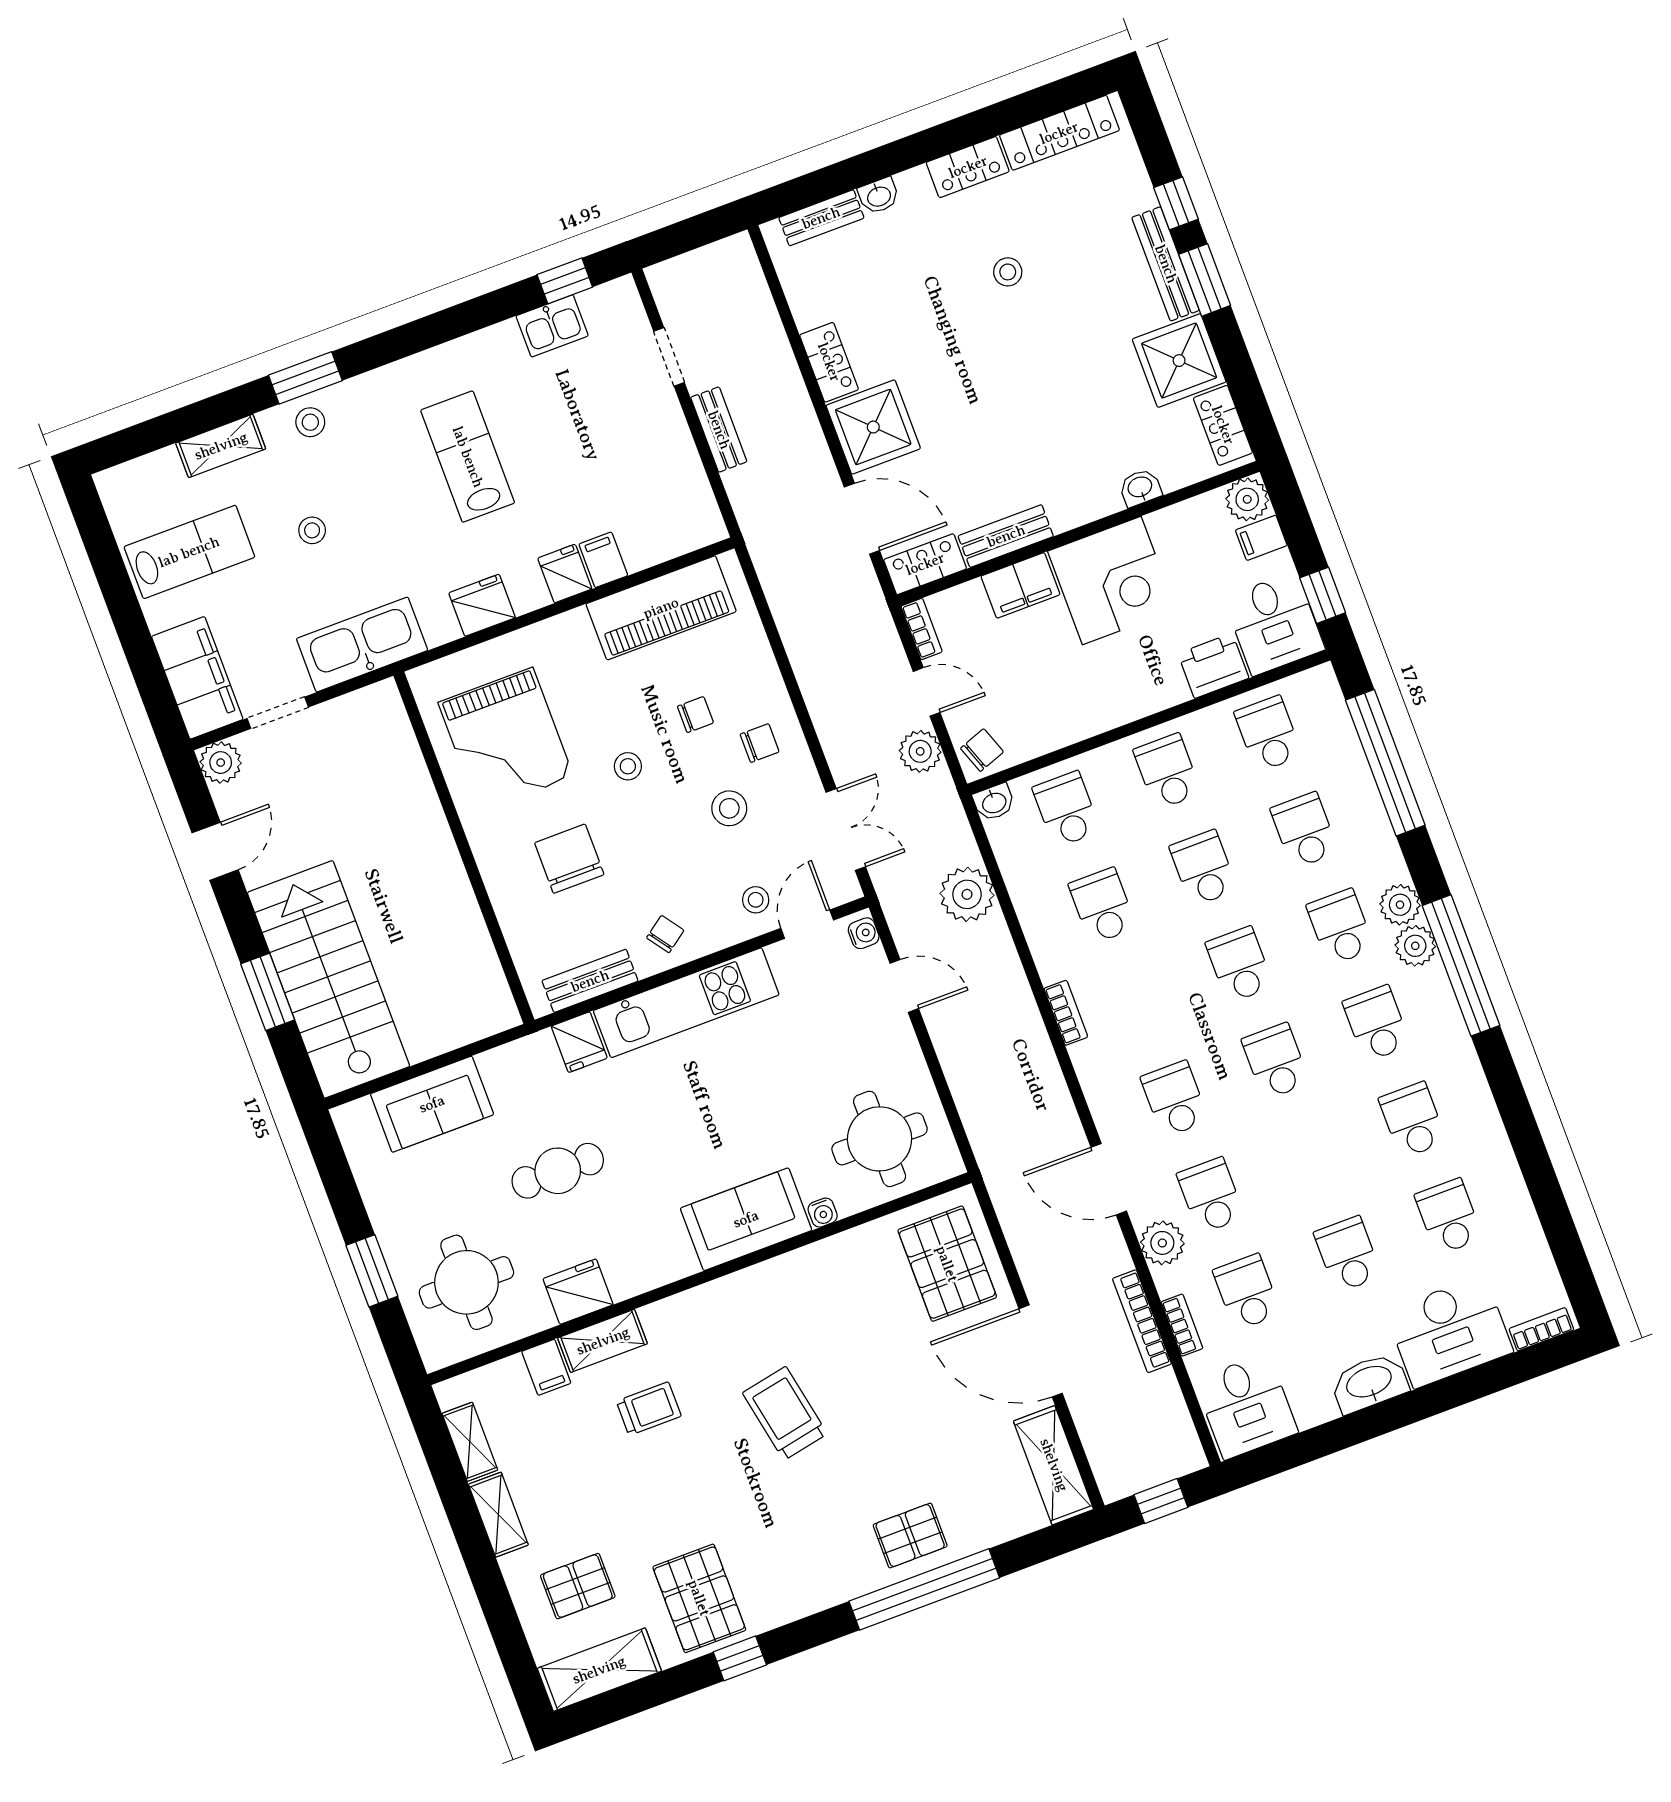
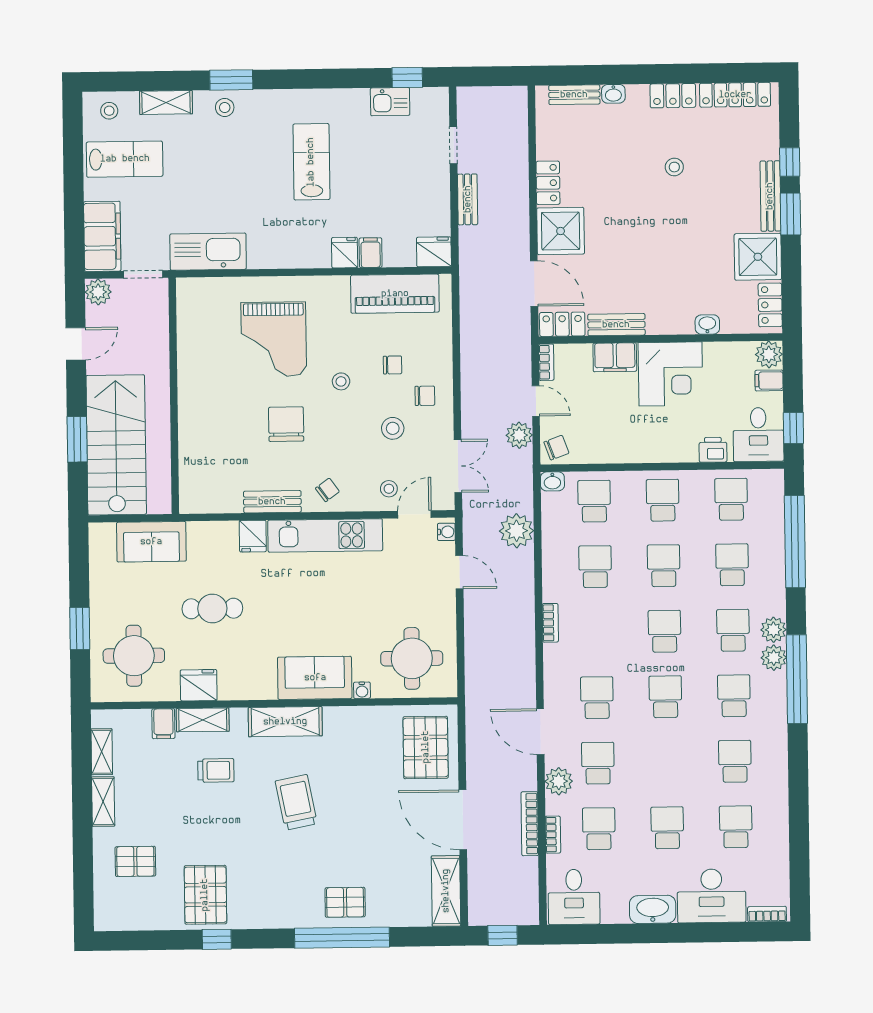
stool: (312, 530) -> (109, 111), moved
fridge: (482, 605) -> (434, 252), moved
printer: (1213, 666) -> (713, 450), width x0.73, depth x0.81
wall: (464, 848) -> (174, 396), moved
shelving: (599, 1670) -> (285, 722), moved

